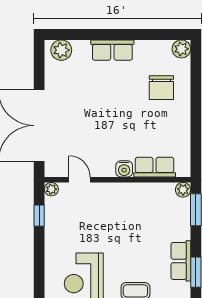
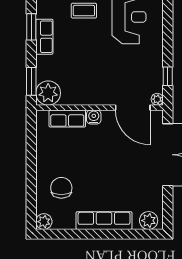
row of seats: (112, 50) -> (104, 221), width x1.48
door: (80, 180) -> (133, 108), width x1.88
plant: (183, 190) -> (48, 93), width x1.88, depth x1.88

